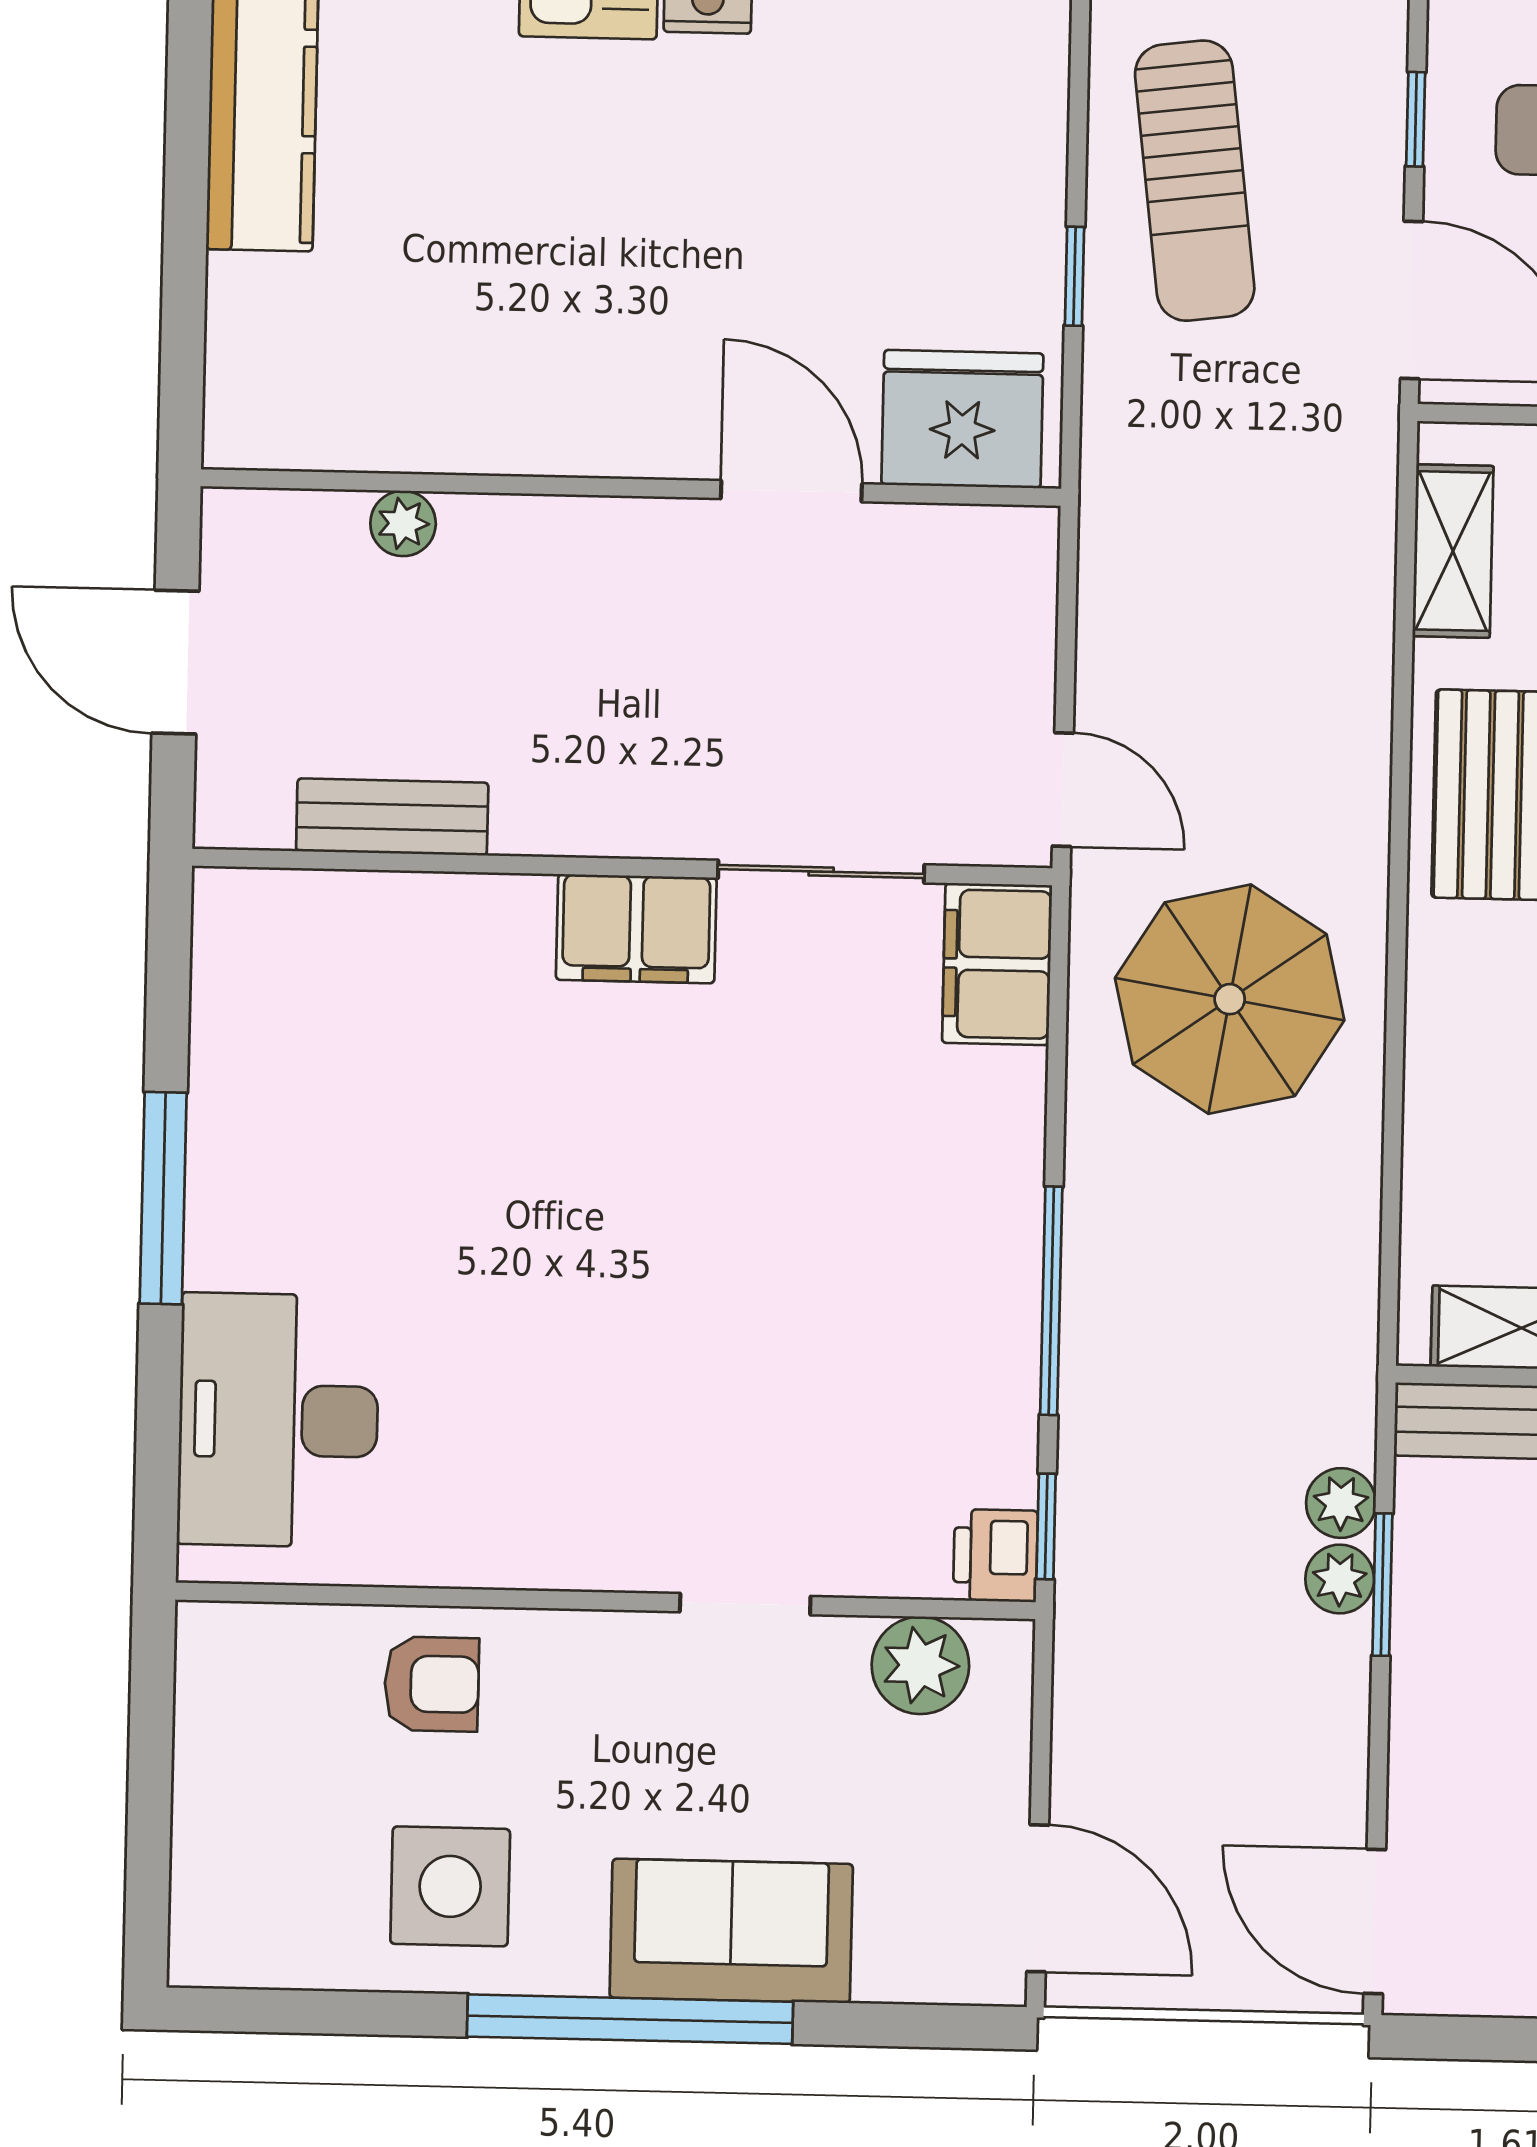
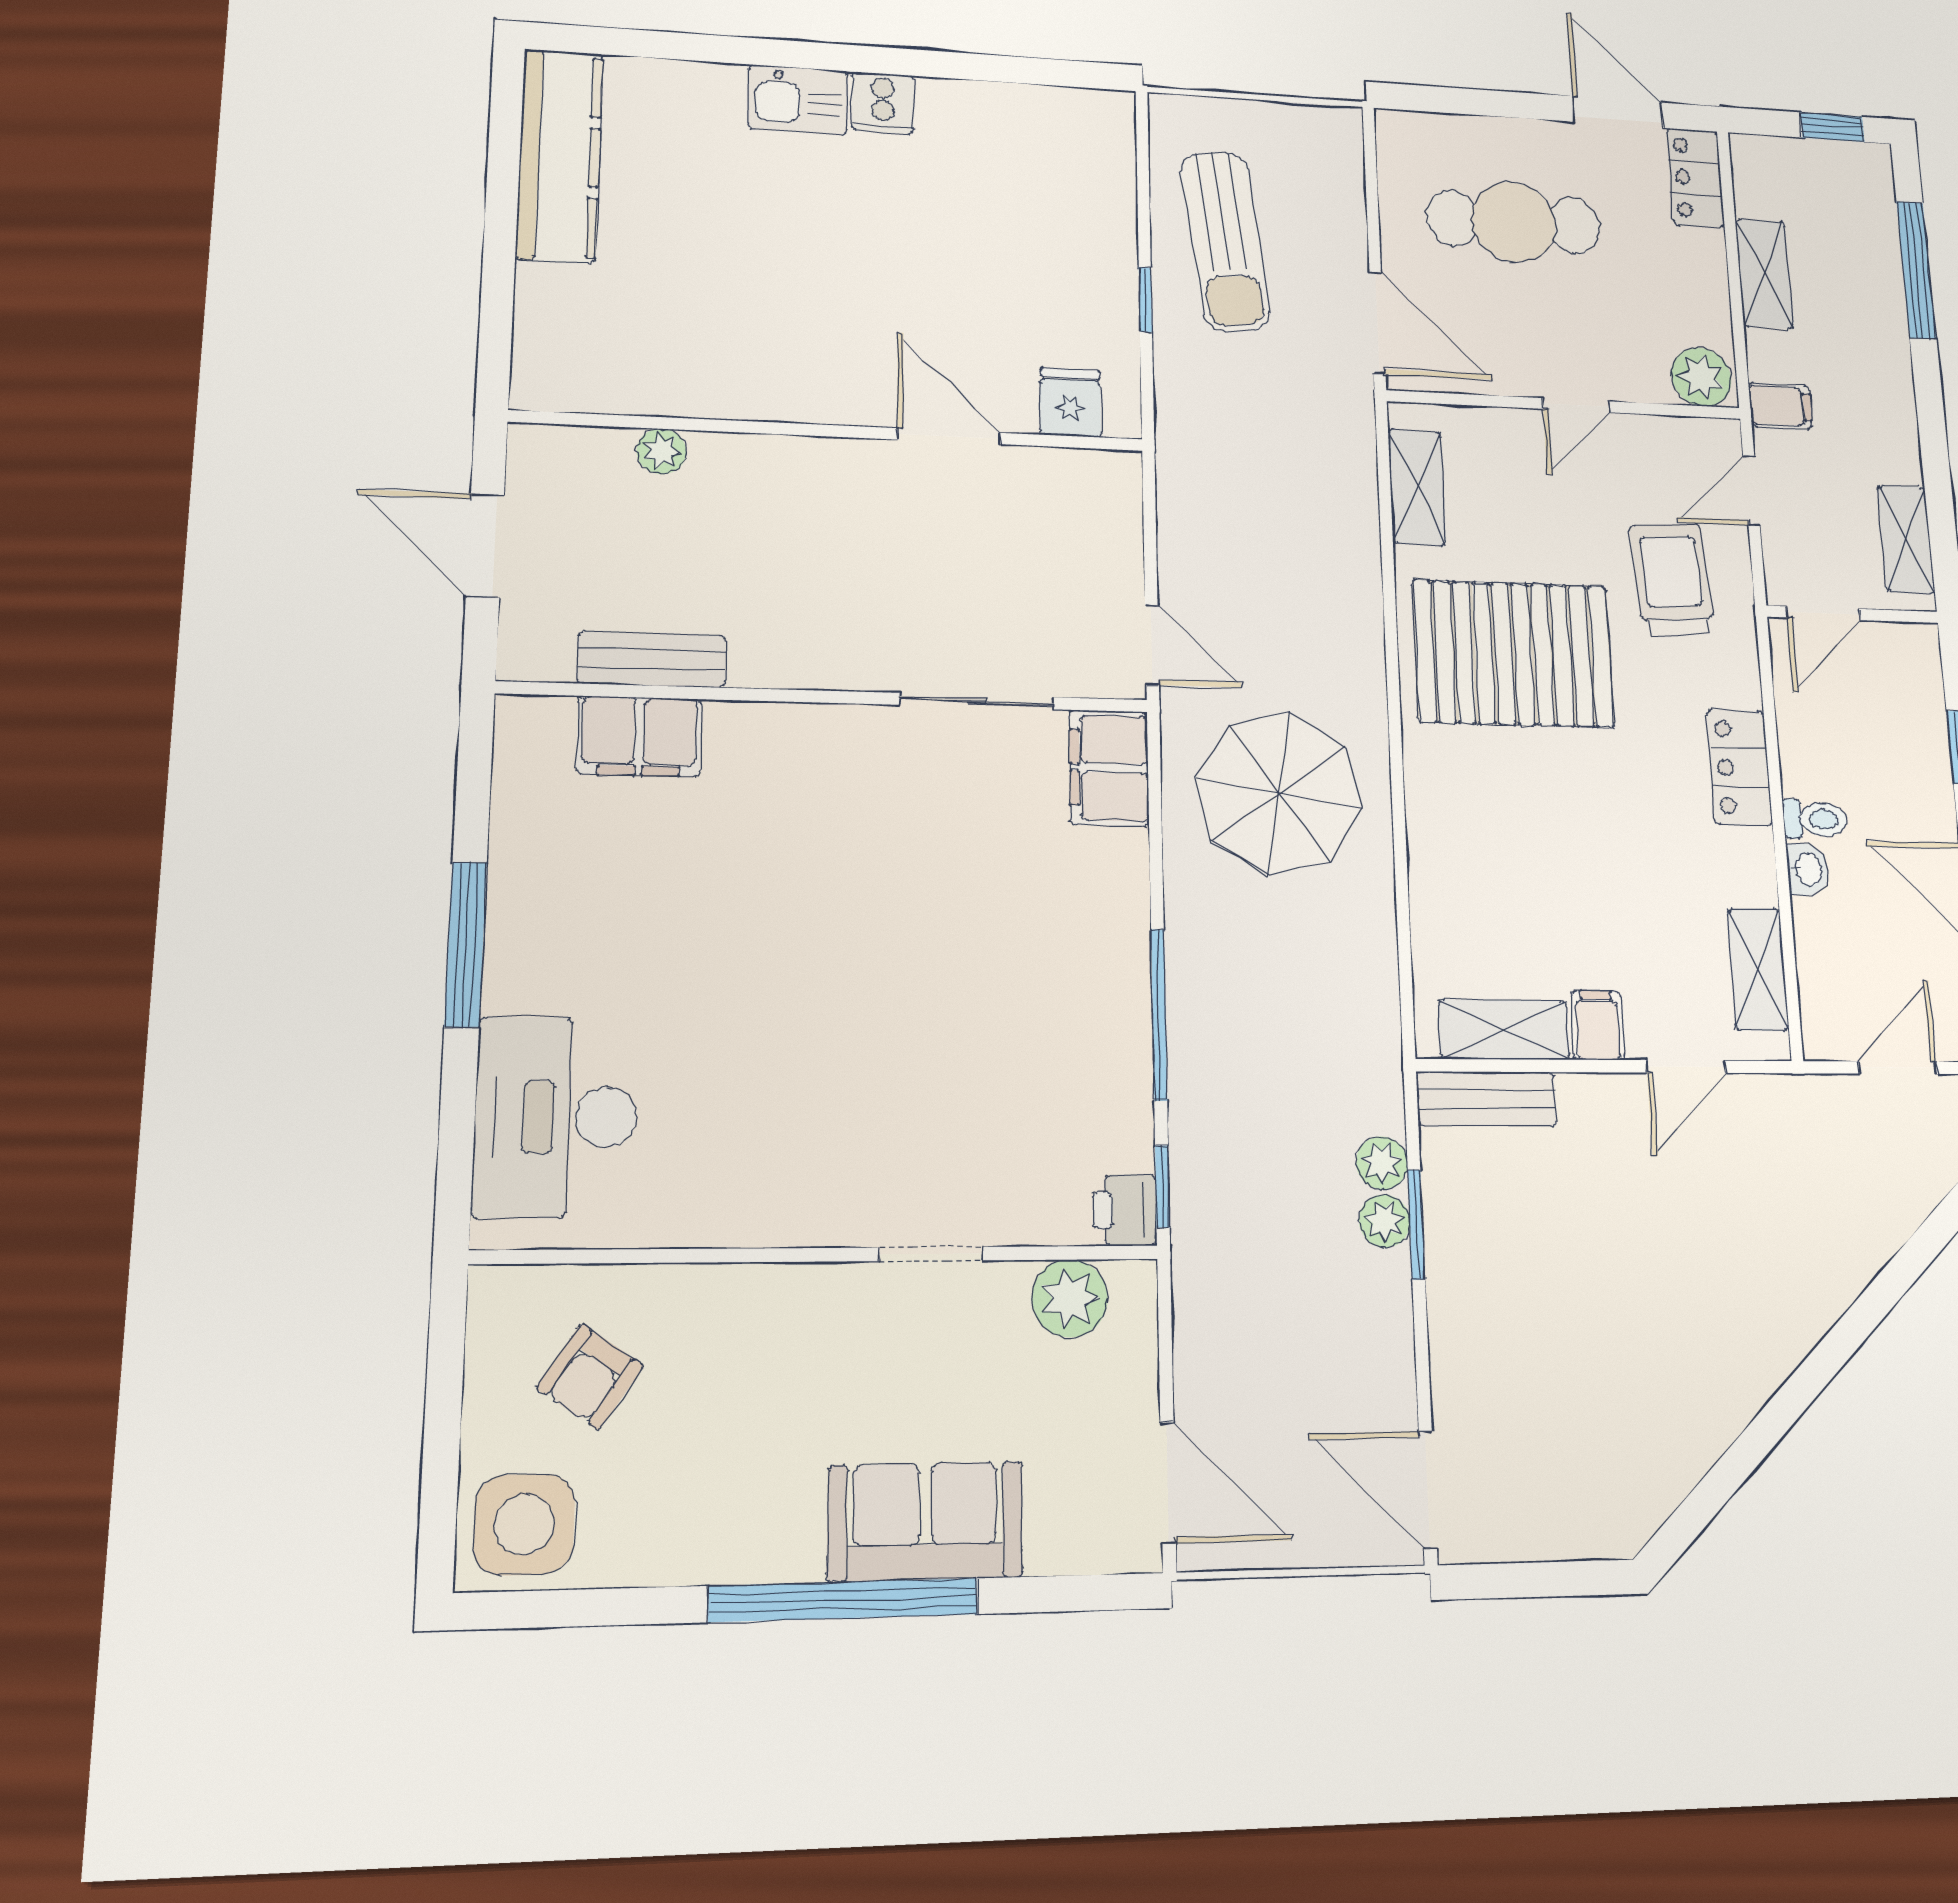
window: (1416, 119) -> (1373, 208), removed
fridge: (962, 419) -> (1070, 402), width x0.53, depth x0.75
filing cabinet: (636, 929) -> (639, 736), moved
armchair: (432, 1684) -> (590, 1377), moved, turned 124
side table: (450, 1886) -> (524, 1524), moved

